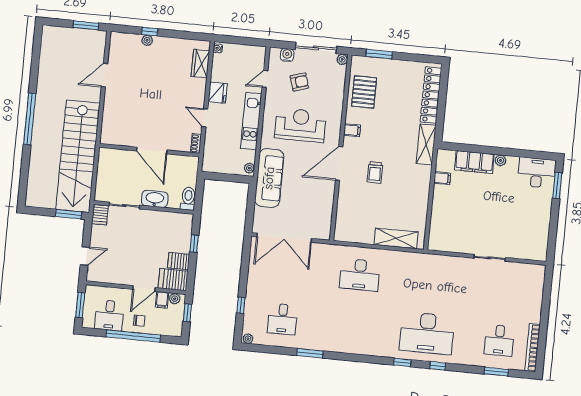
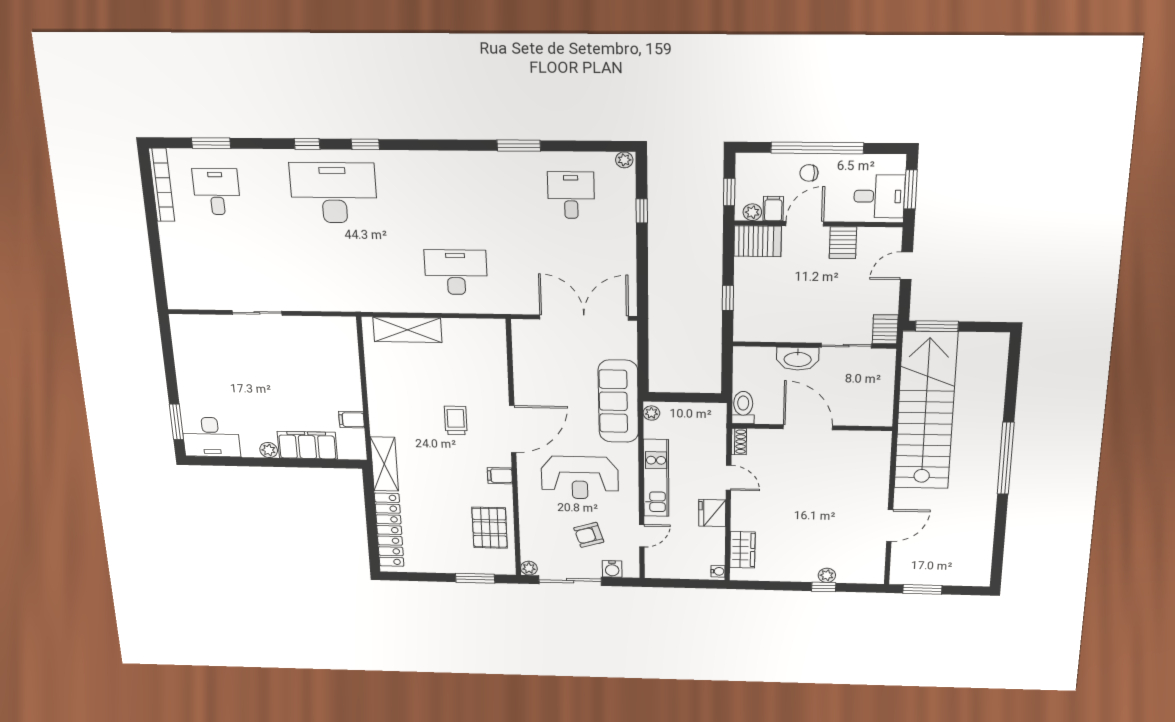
toilet: (188, 199) -> (743, 408), moved, turned 180
server rack: (179, 261) -> (843, 243), moved, turned 90
desk: (109, 315) -> (879, 196), moved, turned 90

